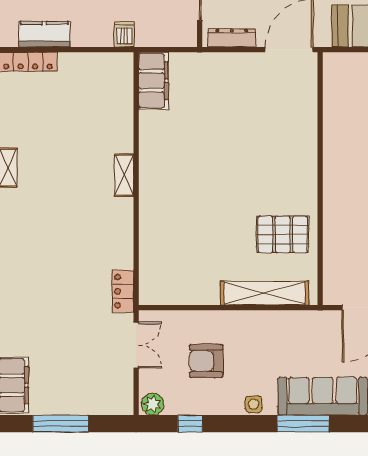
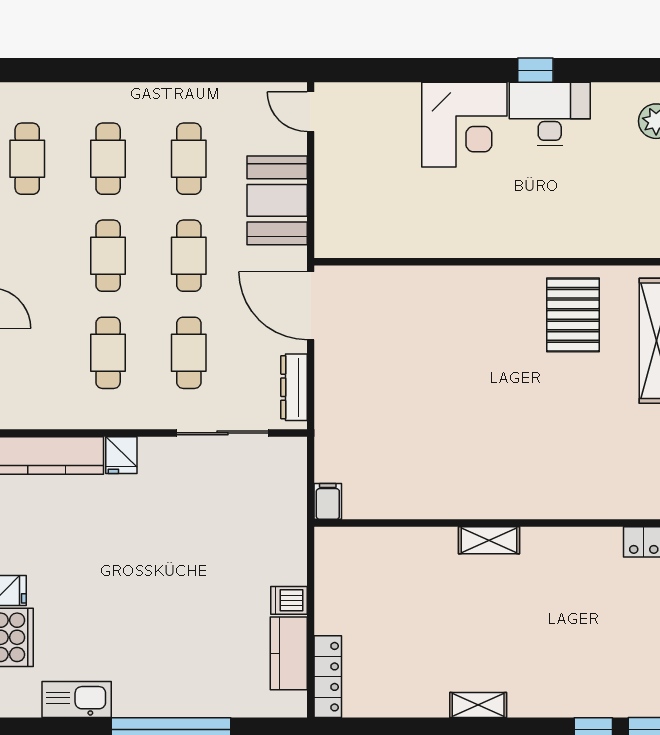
dishwasher: (124, 34) -> (289, 600), moved
filing cabinet: (153, 81) -> (328, 501), width x0.33, depth x0.86

